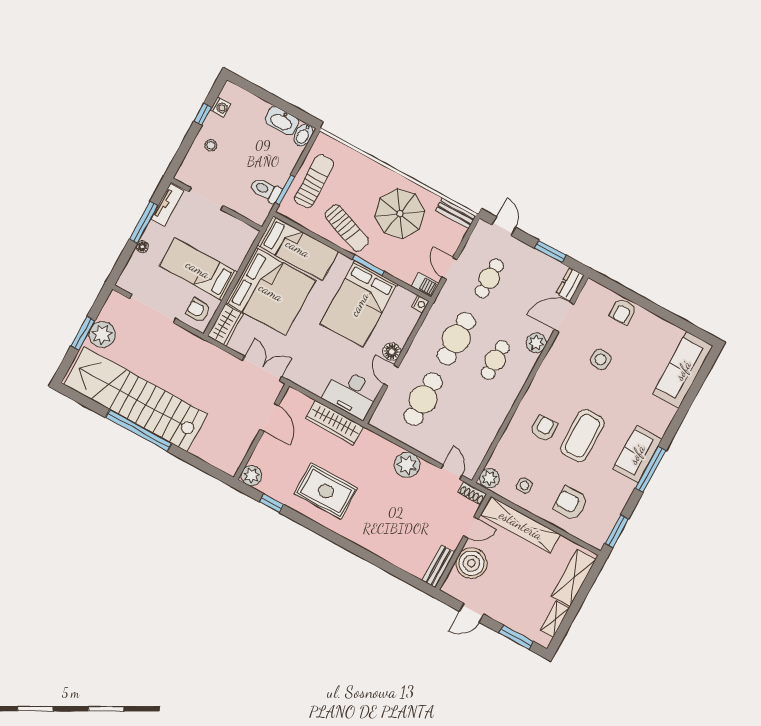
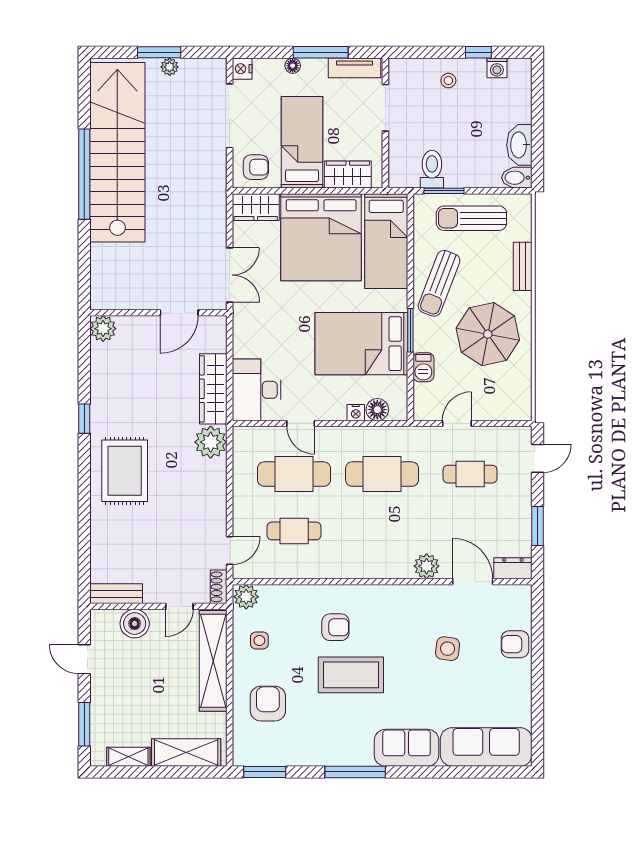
sun lounger: (314, 181) -> (471, 218), turned 180
bench: (456, 213) -> (523, 266), moved
wardrobe: (238, 250) -> (348, 175), added
nightstand: (125, 282) -> (242, 69), added
barbecue: (425, 285) -> (423, 367), moved
nightstand: (420, 304) -> (356, 413), moved
armchair: (198, 310) -> (256, 167), turned 90
plant: (102, 334) -> (170, 67), width x0.53, depth x0.53
floor lamp: (392, 352) -> (377, 410), moved
cafe table: (495, 360) -> (294, 531), moved
door: (391, 376) -> (301, 423), swing flipped
sofa: (637, 454) -> (407, 748), moved
plant: (407, 465) -> (211, 442), moved
rug: (326, 491) -> (125, 471), moved
window: (272, 503) -> (84, 419), moved
door: (471, 528) -> (179, 606), hinge flipped
boiler: (471, 563) -> (135, 624), width x0.73, depth x0.73

